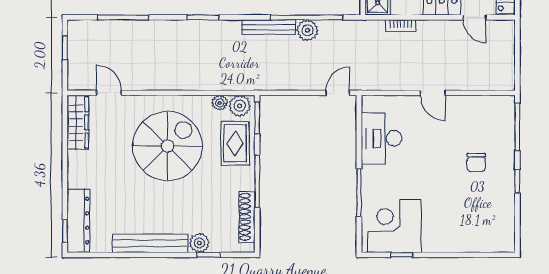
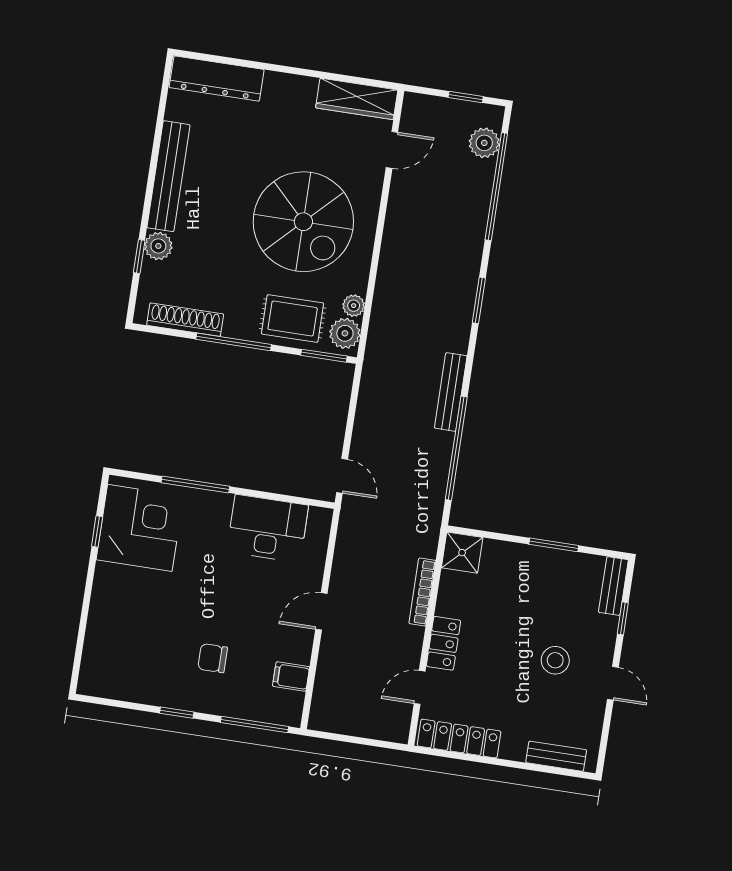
window: (123, 17) -> (496, 187), width x1.46
bookcase: (401, 26) -> (422, 592), width x1.56
plant: (307, 30) -> (484, 143), moved
filing cabinet: (481, 107) -> (291, 677), added
window: (65, 231) -> (205, 57), removed

